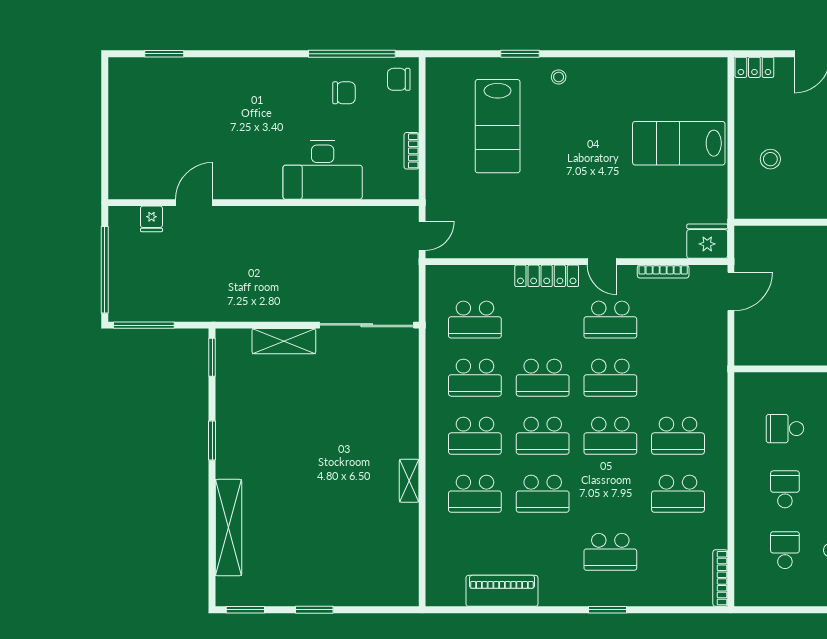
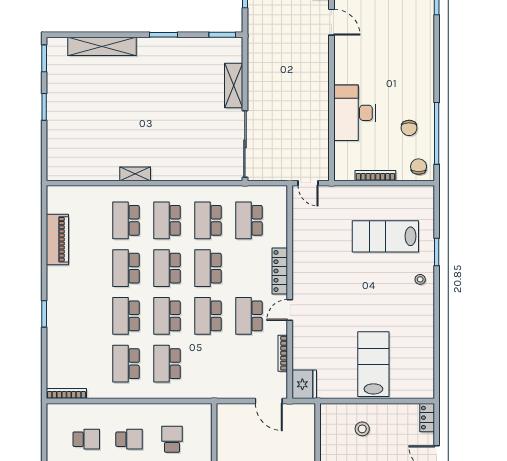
bookcase: (412, 151) -> (375, 176), width x1.56
school desk: (610, 552) -> (126, 316), moved

